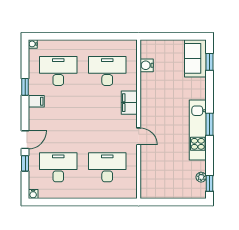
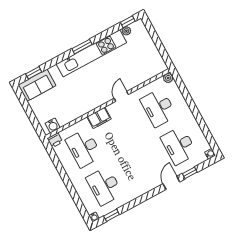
printer: (131, 46) -> (55, 140), added
water cooler: (147, 65) -> (53, 125), moved
window: (25, 87) -> (112, 215), moved
filing cabinet: (36, 101) -> (137, 190), removed
kitchen unit: (198, 130) -> (91, 53), width x1.36
door: (25, 140) -> (171, 183), hinge flipped
plant: (132, 193) -> (168, 78), added

